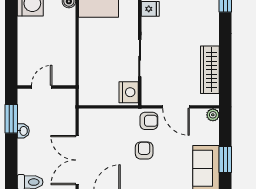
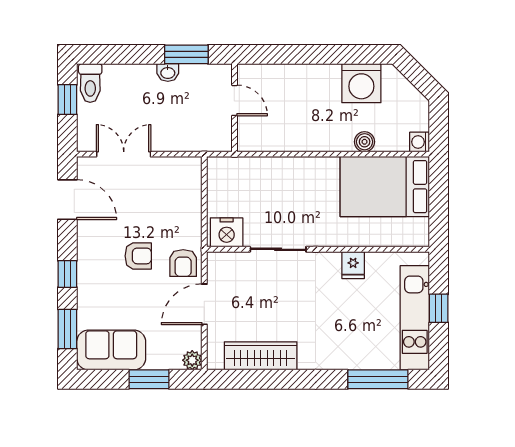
double door: (77, 160) -> (124, 154), width x0.73
window: (225, 160) -> (149, 379), moved

